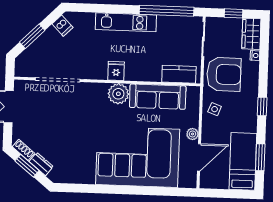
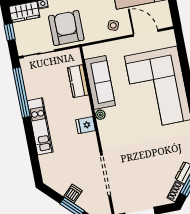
dishwasher: (62, 26) -> (73, 194), moved
kitchen counter: (179, 74) -> (78, 81), moved
plant: (118, 94) -> (100, 115), width x0.53, depth x0.53
side table: (215, 109) -> (113, 25), moved
plant: (192, 134) -> (126, 44), removed

